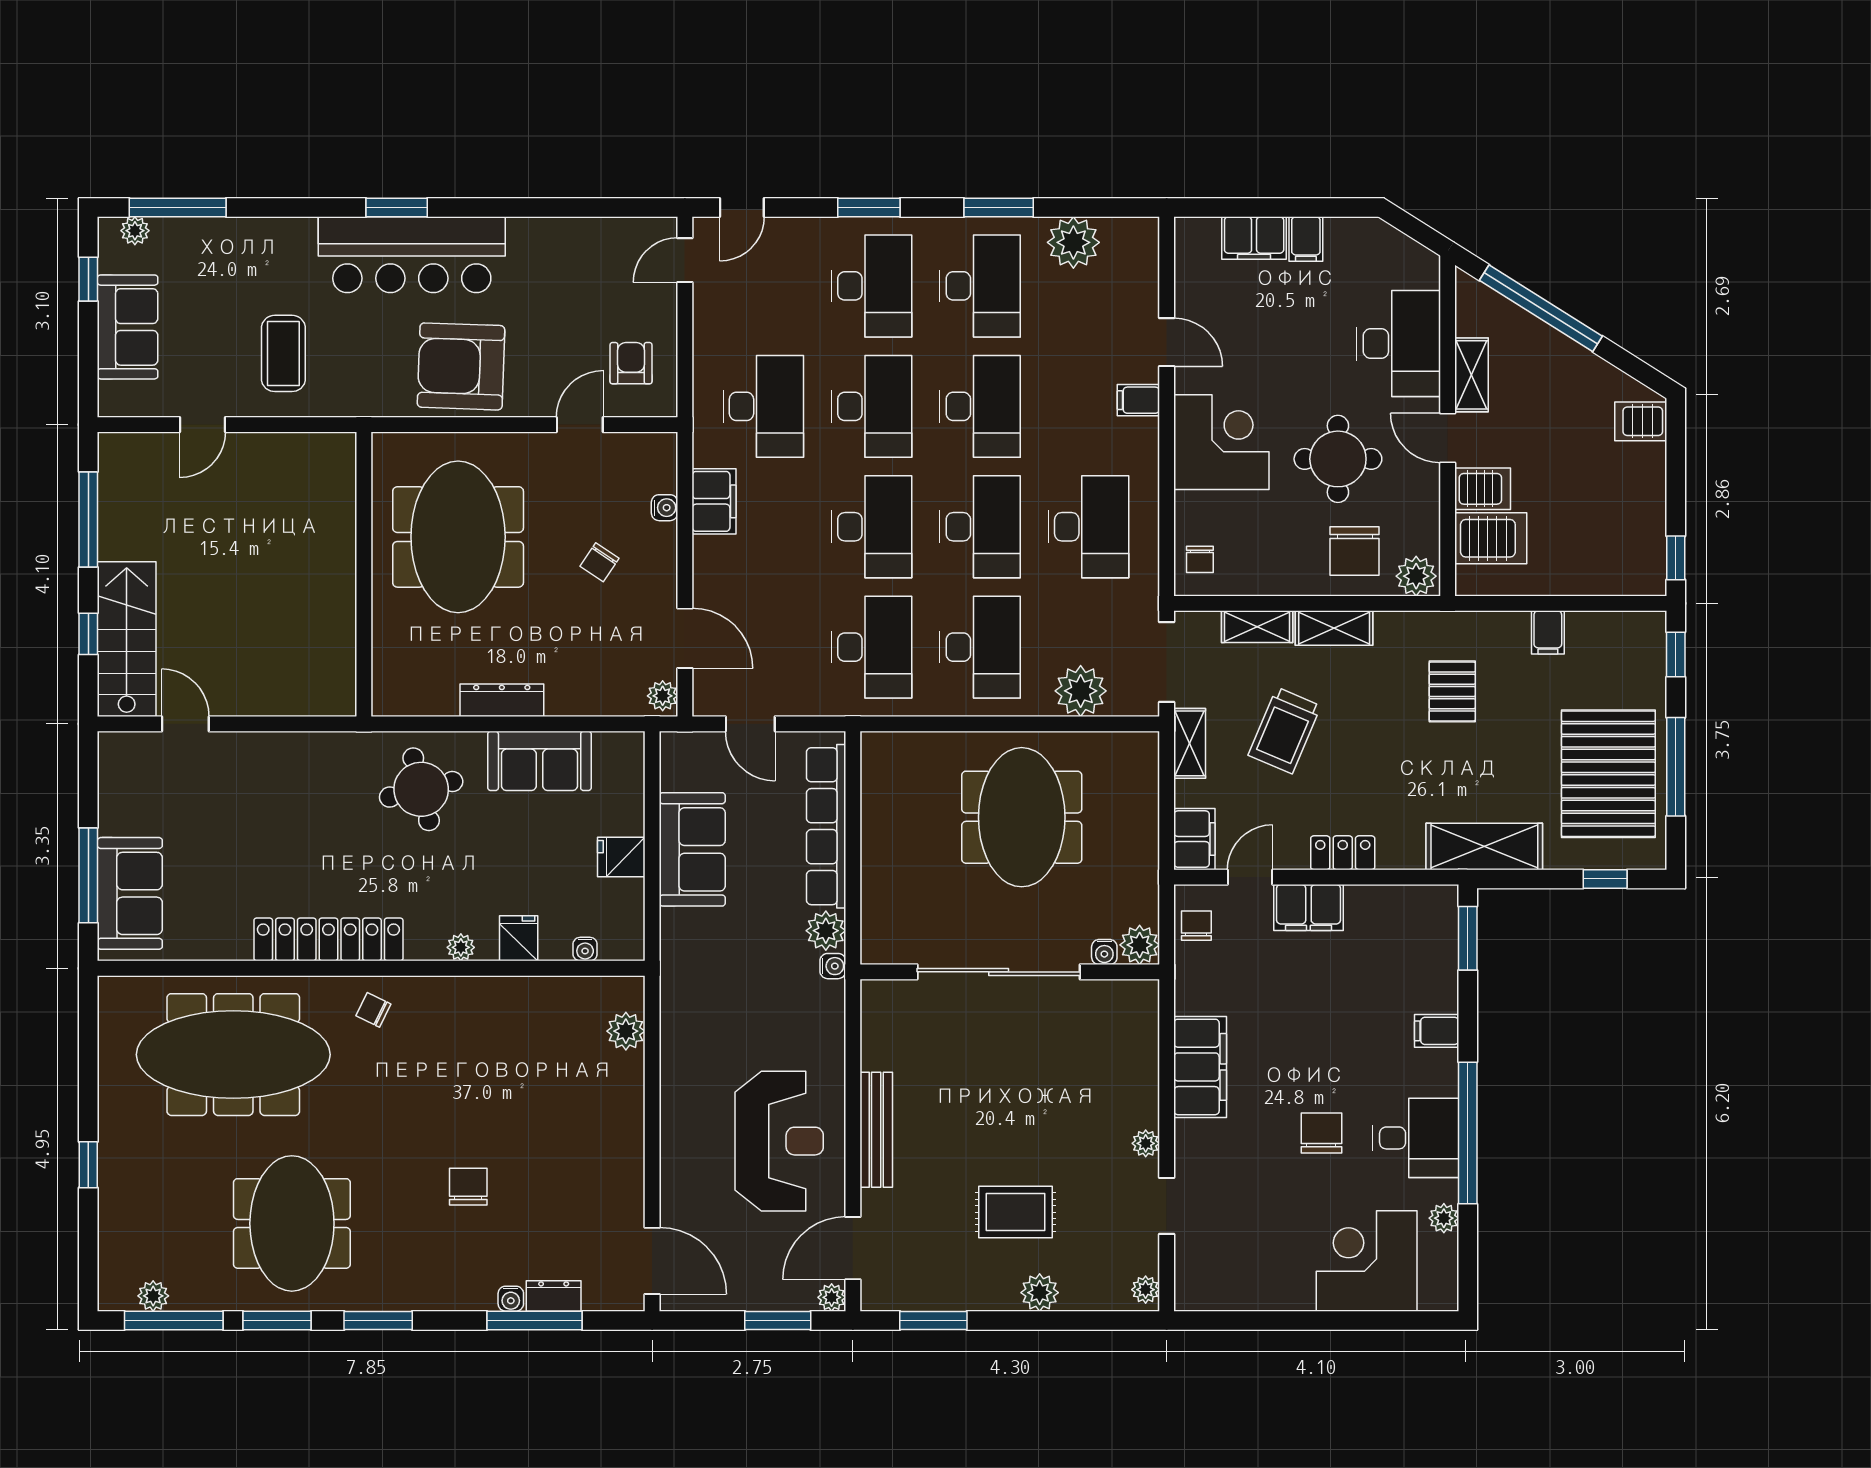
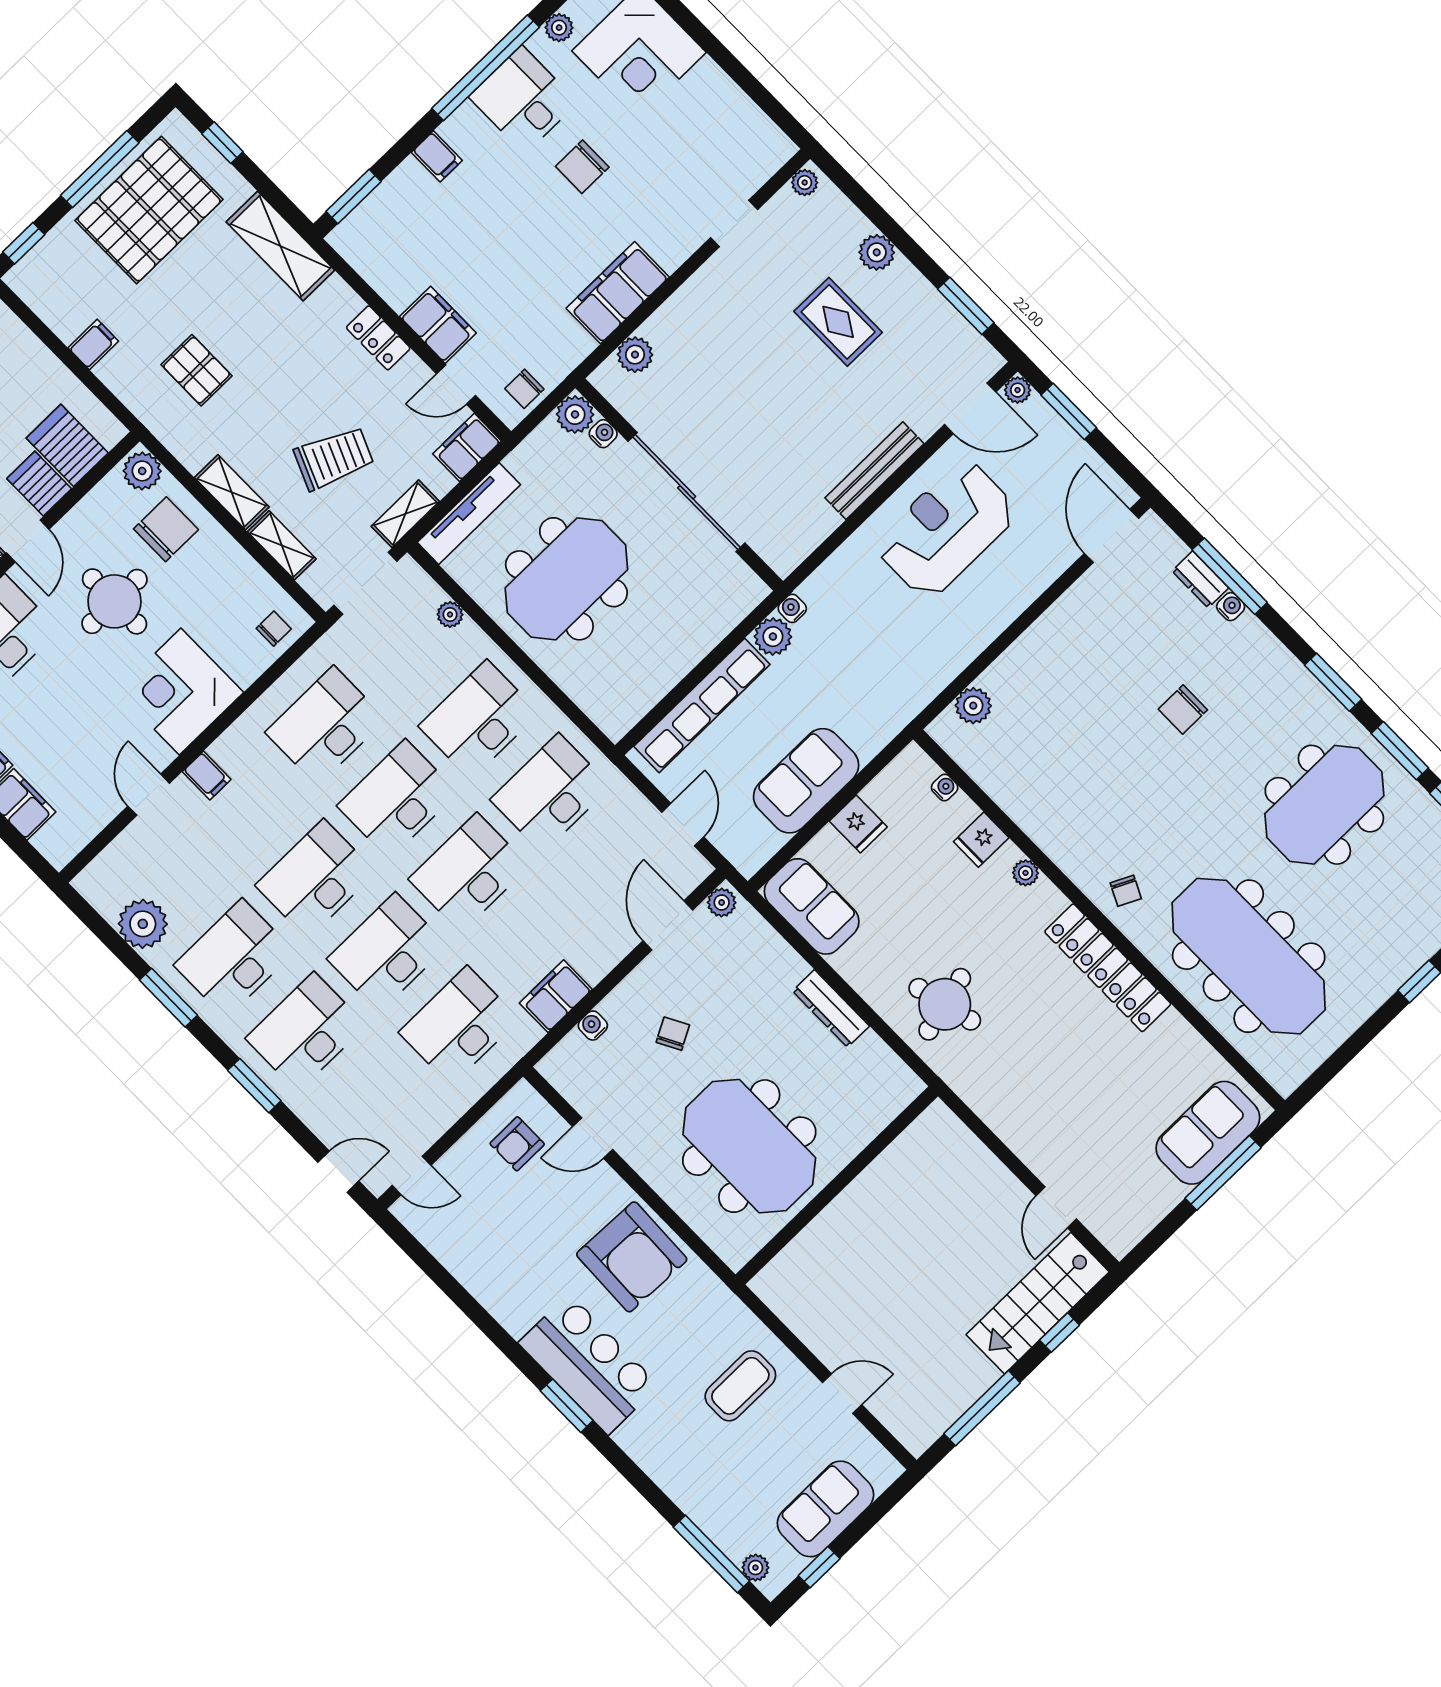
bar counter: (412, 255) -> (589, 1364), width x0.73
meeting table: (458, 537) -> (749, 1146), turned 90
chair: (599, 562) -> (673, 1034), turned -62
plant: (1081, 691) -> (450, 615), width x0.53, depth x0.53
pallet: (1452, 691) -> (197, 370), turned 90
sofa: (540, 761) -> (812, 906), moved
tv unit: (1143, 792) -> (469, 514), added
plant: (1146, 1143) -> (635, 355), moved, width x1.38, depth x1.38

